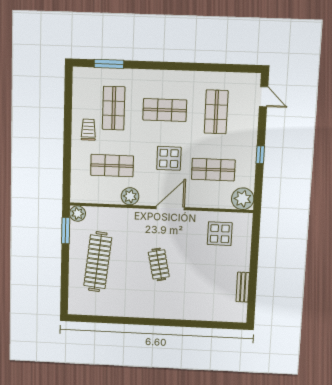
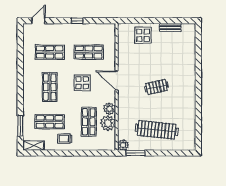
shelving: (79, 83) -> (34, 146), added
shop shelf: (213, 170) -> (89, 52), turned 90
plant: (243, 199) -> (108, 123), moved
display table: (220, 234) -> (143, 35), moved

